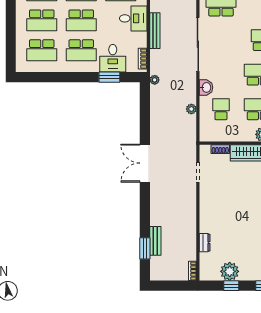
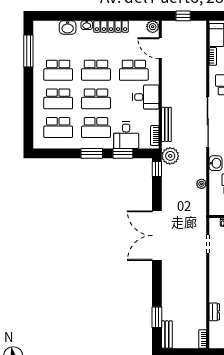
bench: (155, 31) -> (166, 124), moved
window: (77, 77) -> (92, 153), added
plant: (155, 80) -> (170, 156), width x1.87, depth x1.87
window: (145, 94) -> (157, 169), added
double door: (145, 163) -> (157, 236), width x1.36
bench: (155, 241) -> (167, 335), moved

